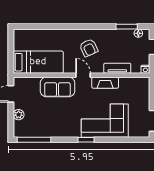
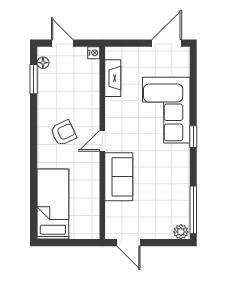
bed: (38, 62) -> (53, 204), moved
tv unit: (117, 68) -> (92, 92), removed
fireplace: (105, 83) -> (113, 78), moved
plant: (19, 115) -> (181, 232), moved

